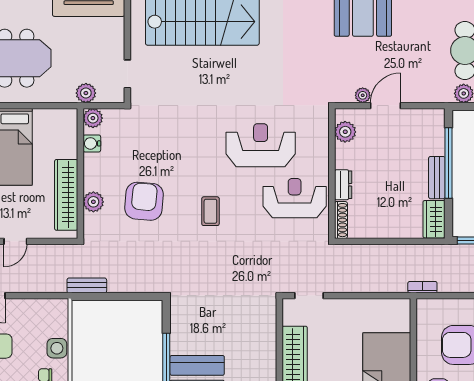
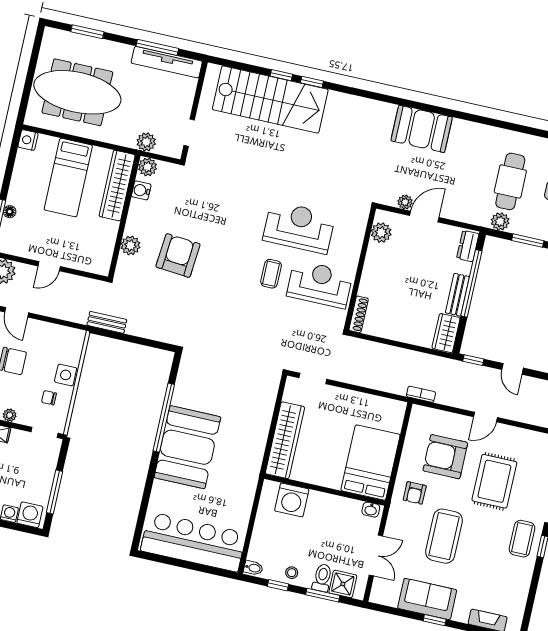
dresser: (343, 185) -> (468, 246), moved, turned 180
wardrobe: (66, 195) -> (117, 186), moved
coffee table: (210, 211) -> (271, 274), moved

